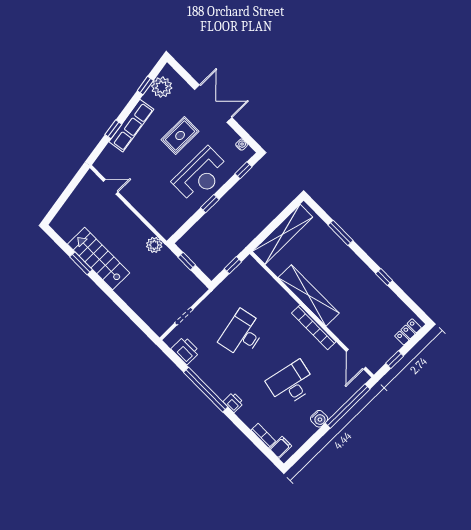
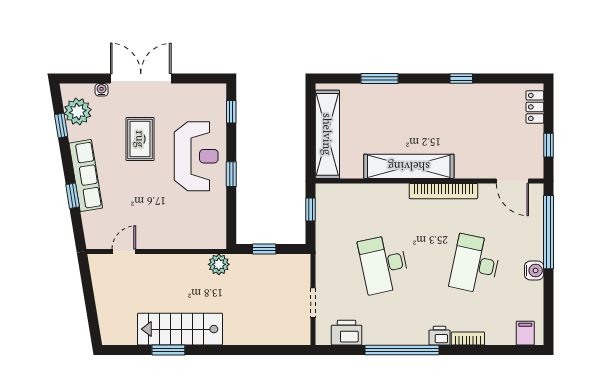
water cooler: (242, 145) -> (102, 90), moved
bookcase: (263, 436) -> (468, 338), moved

